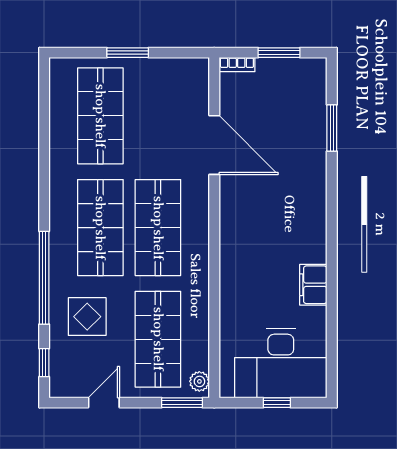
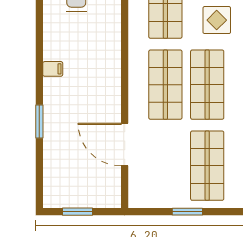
bookcase: (237, 65) -> (108, 203), removed
window: (332, 128) -> (39, 122), moved
filing cabinet: (313, 285) -> (53, 69), moved, width x0.50

